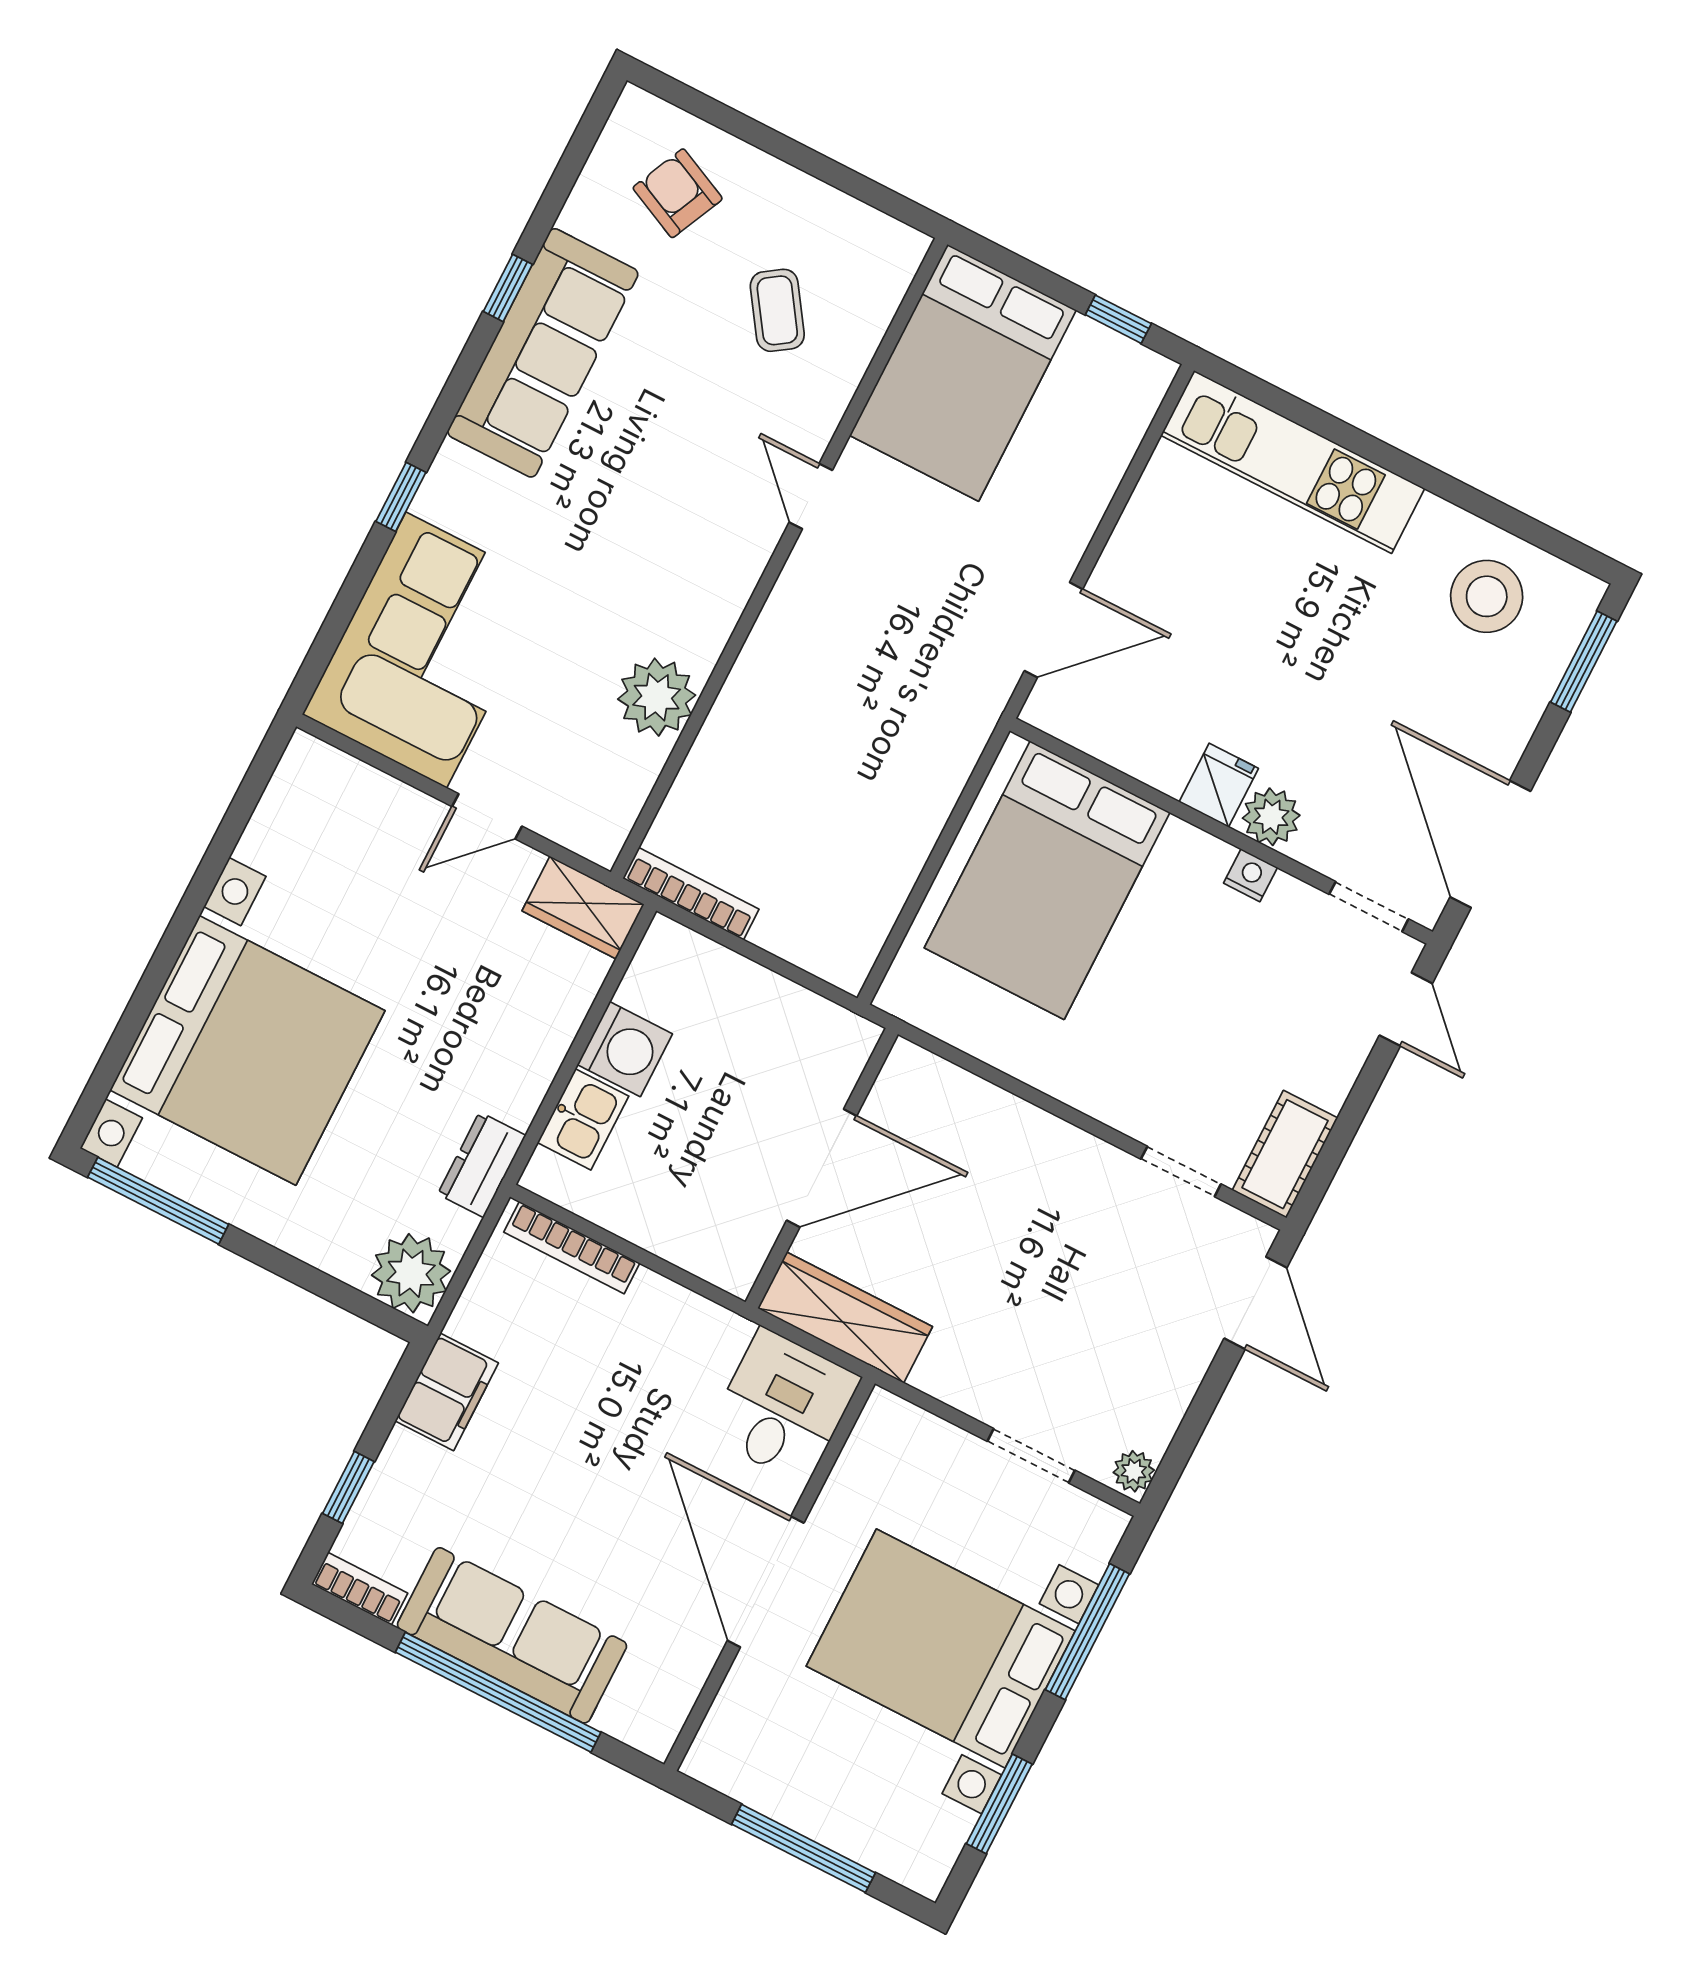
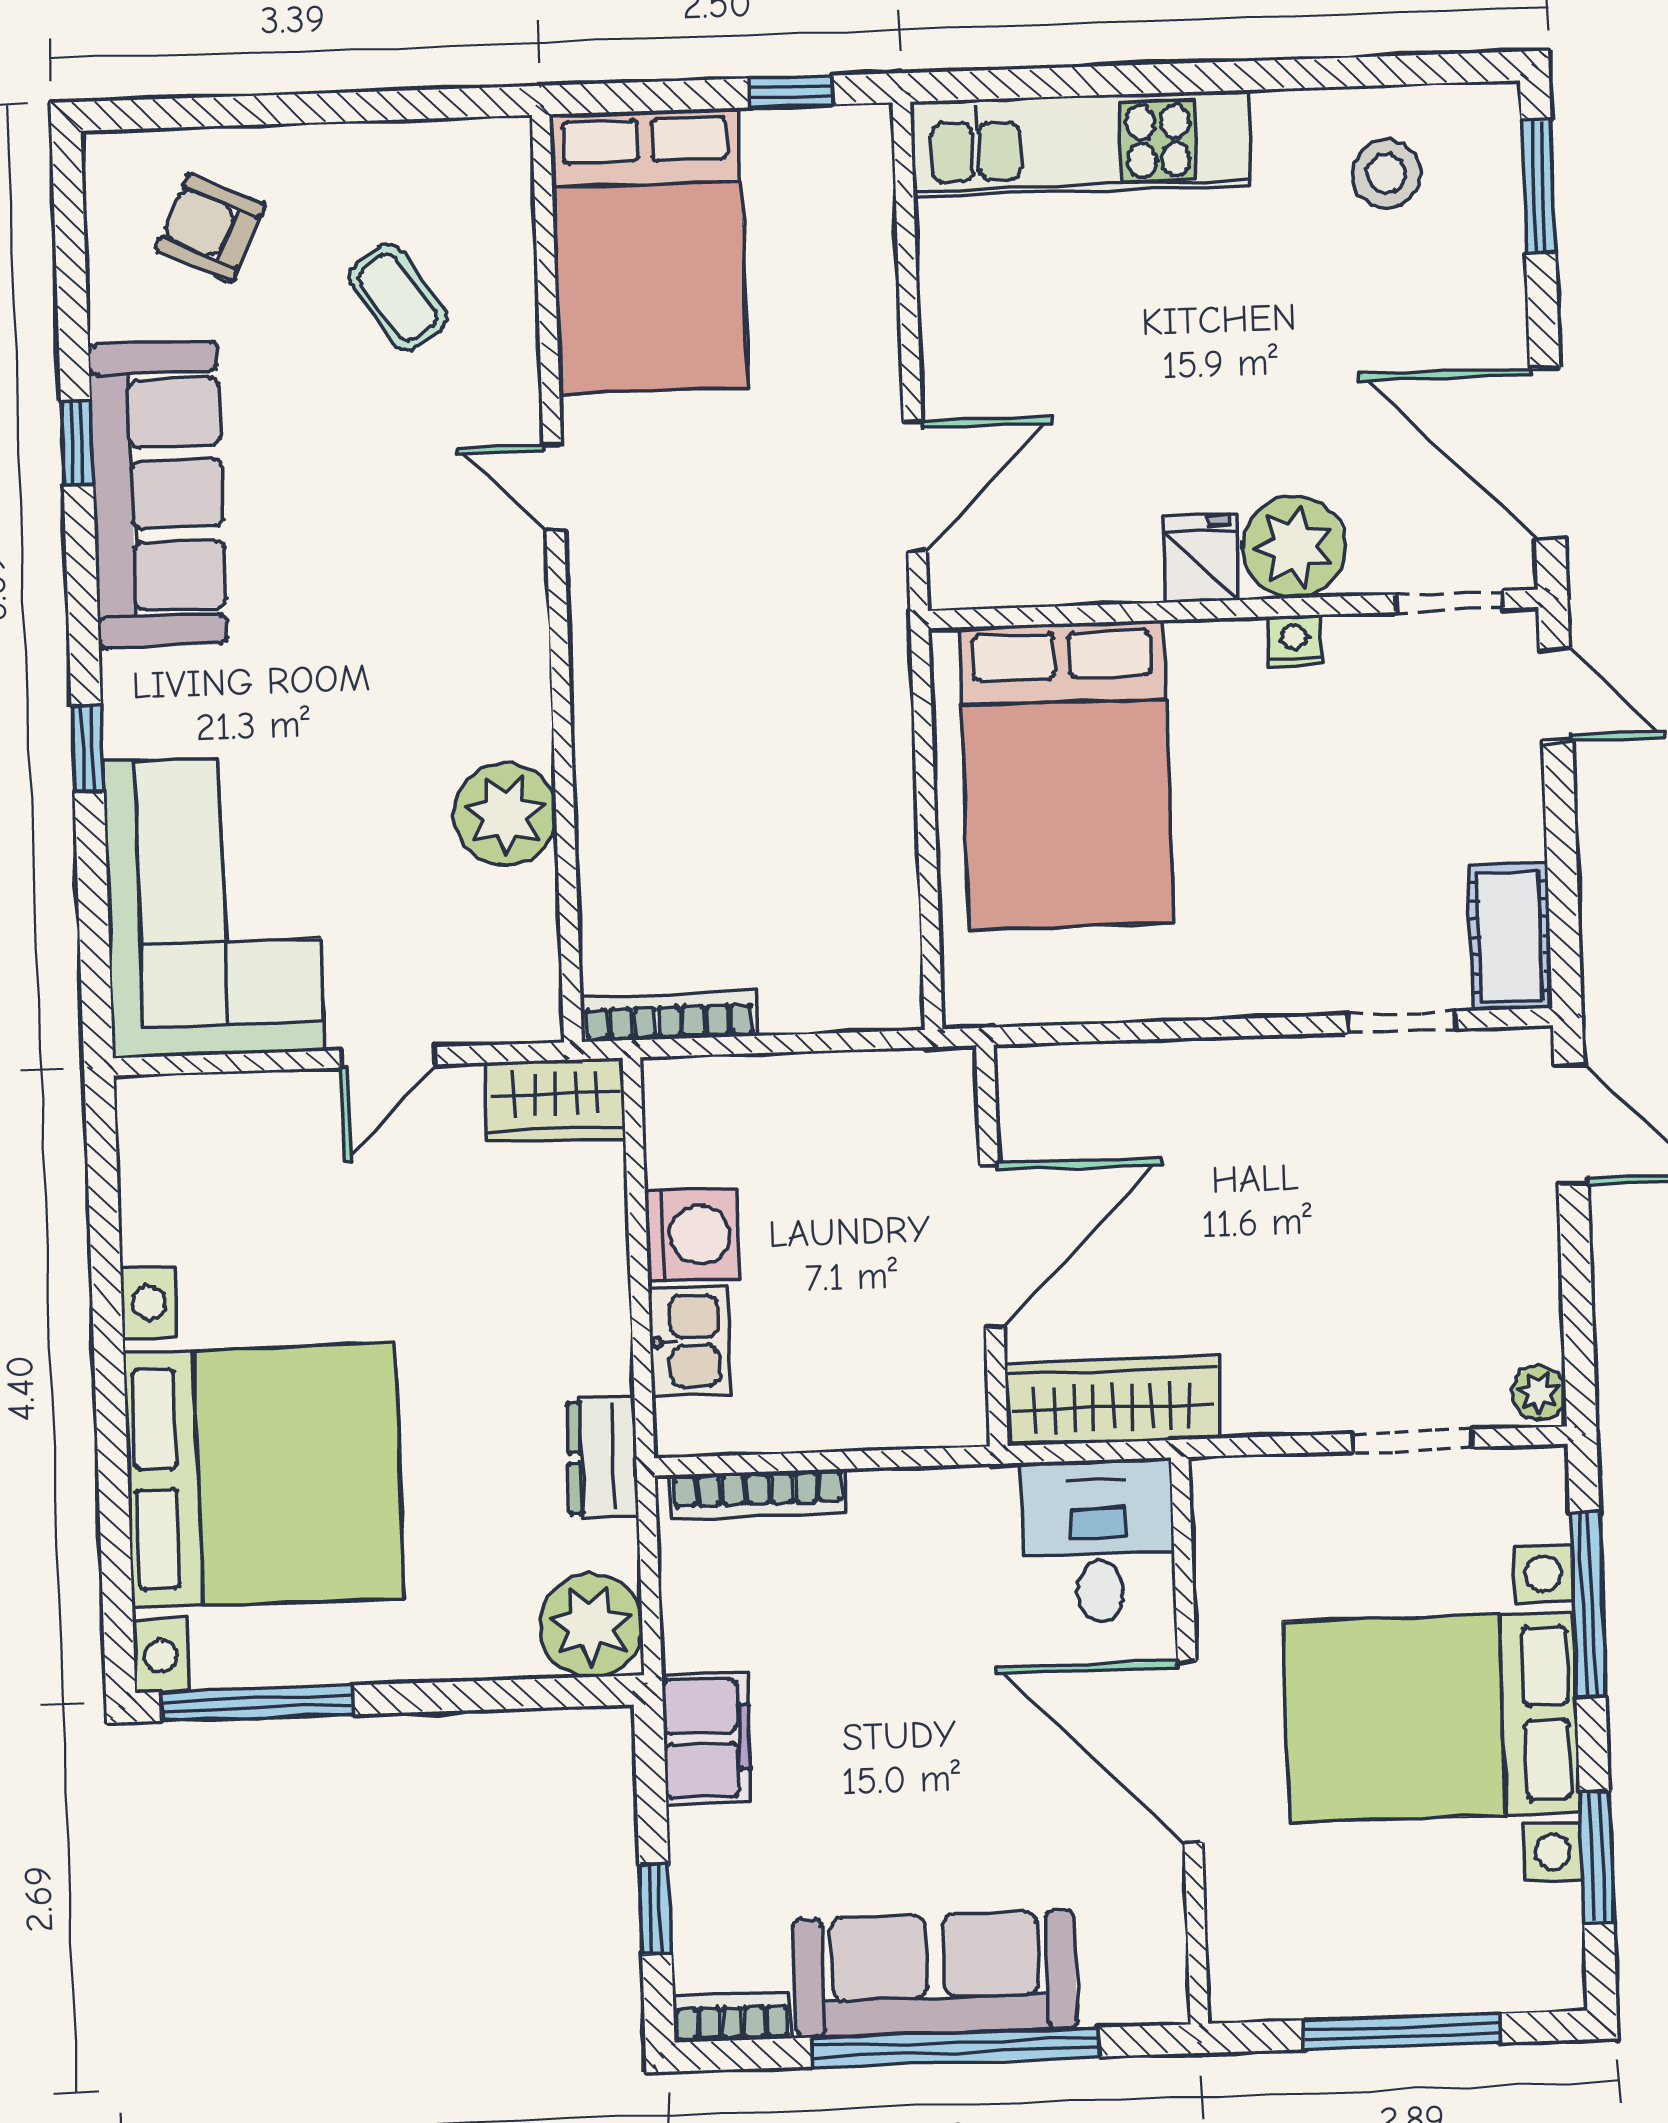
stool: (1487, 596) -> (1386, 174), width x0.73, depth x0.73
plant: (1271, 817) -> (1294, 547), width x1.36, depth x1.36

